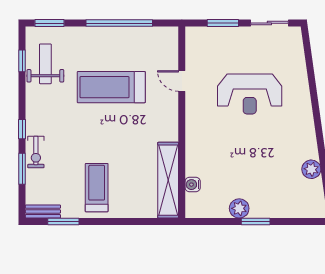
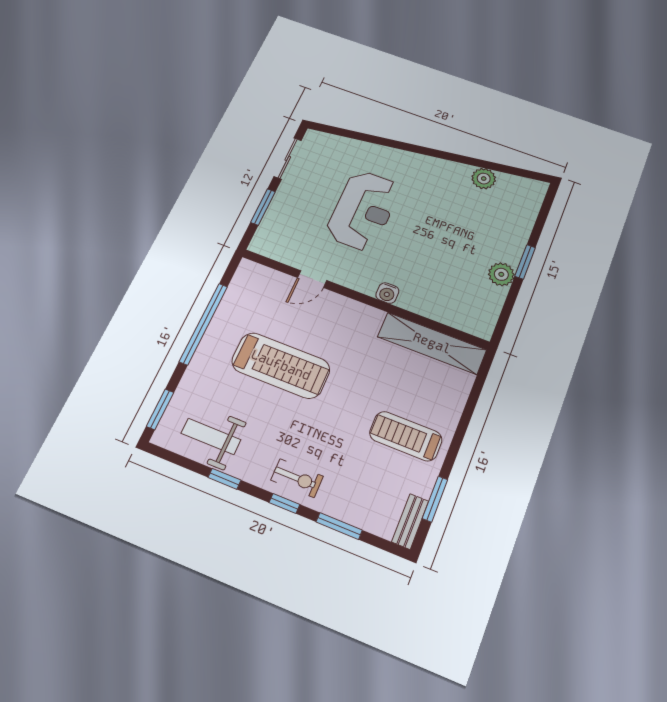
window: (22, 61) -> (224, 479), moved
treadmill: (111, 87) -> (281, 365), turned -90
exercise bike: (36, 152) -> (297, 478), moved
water cooler: (193, 185) -> (387, 293), moved

